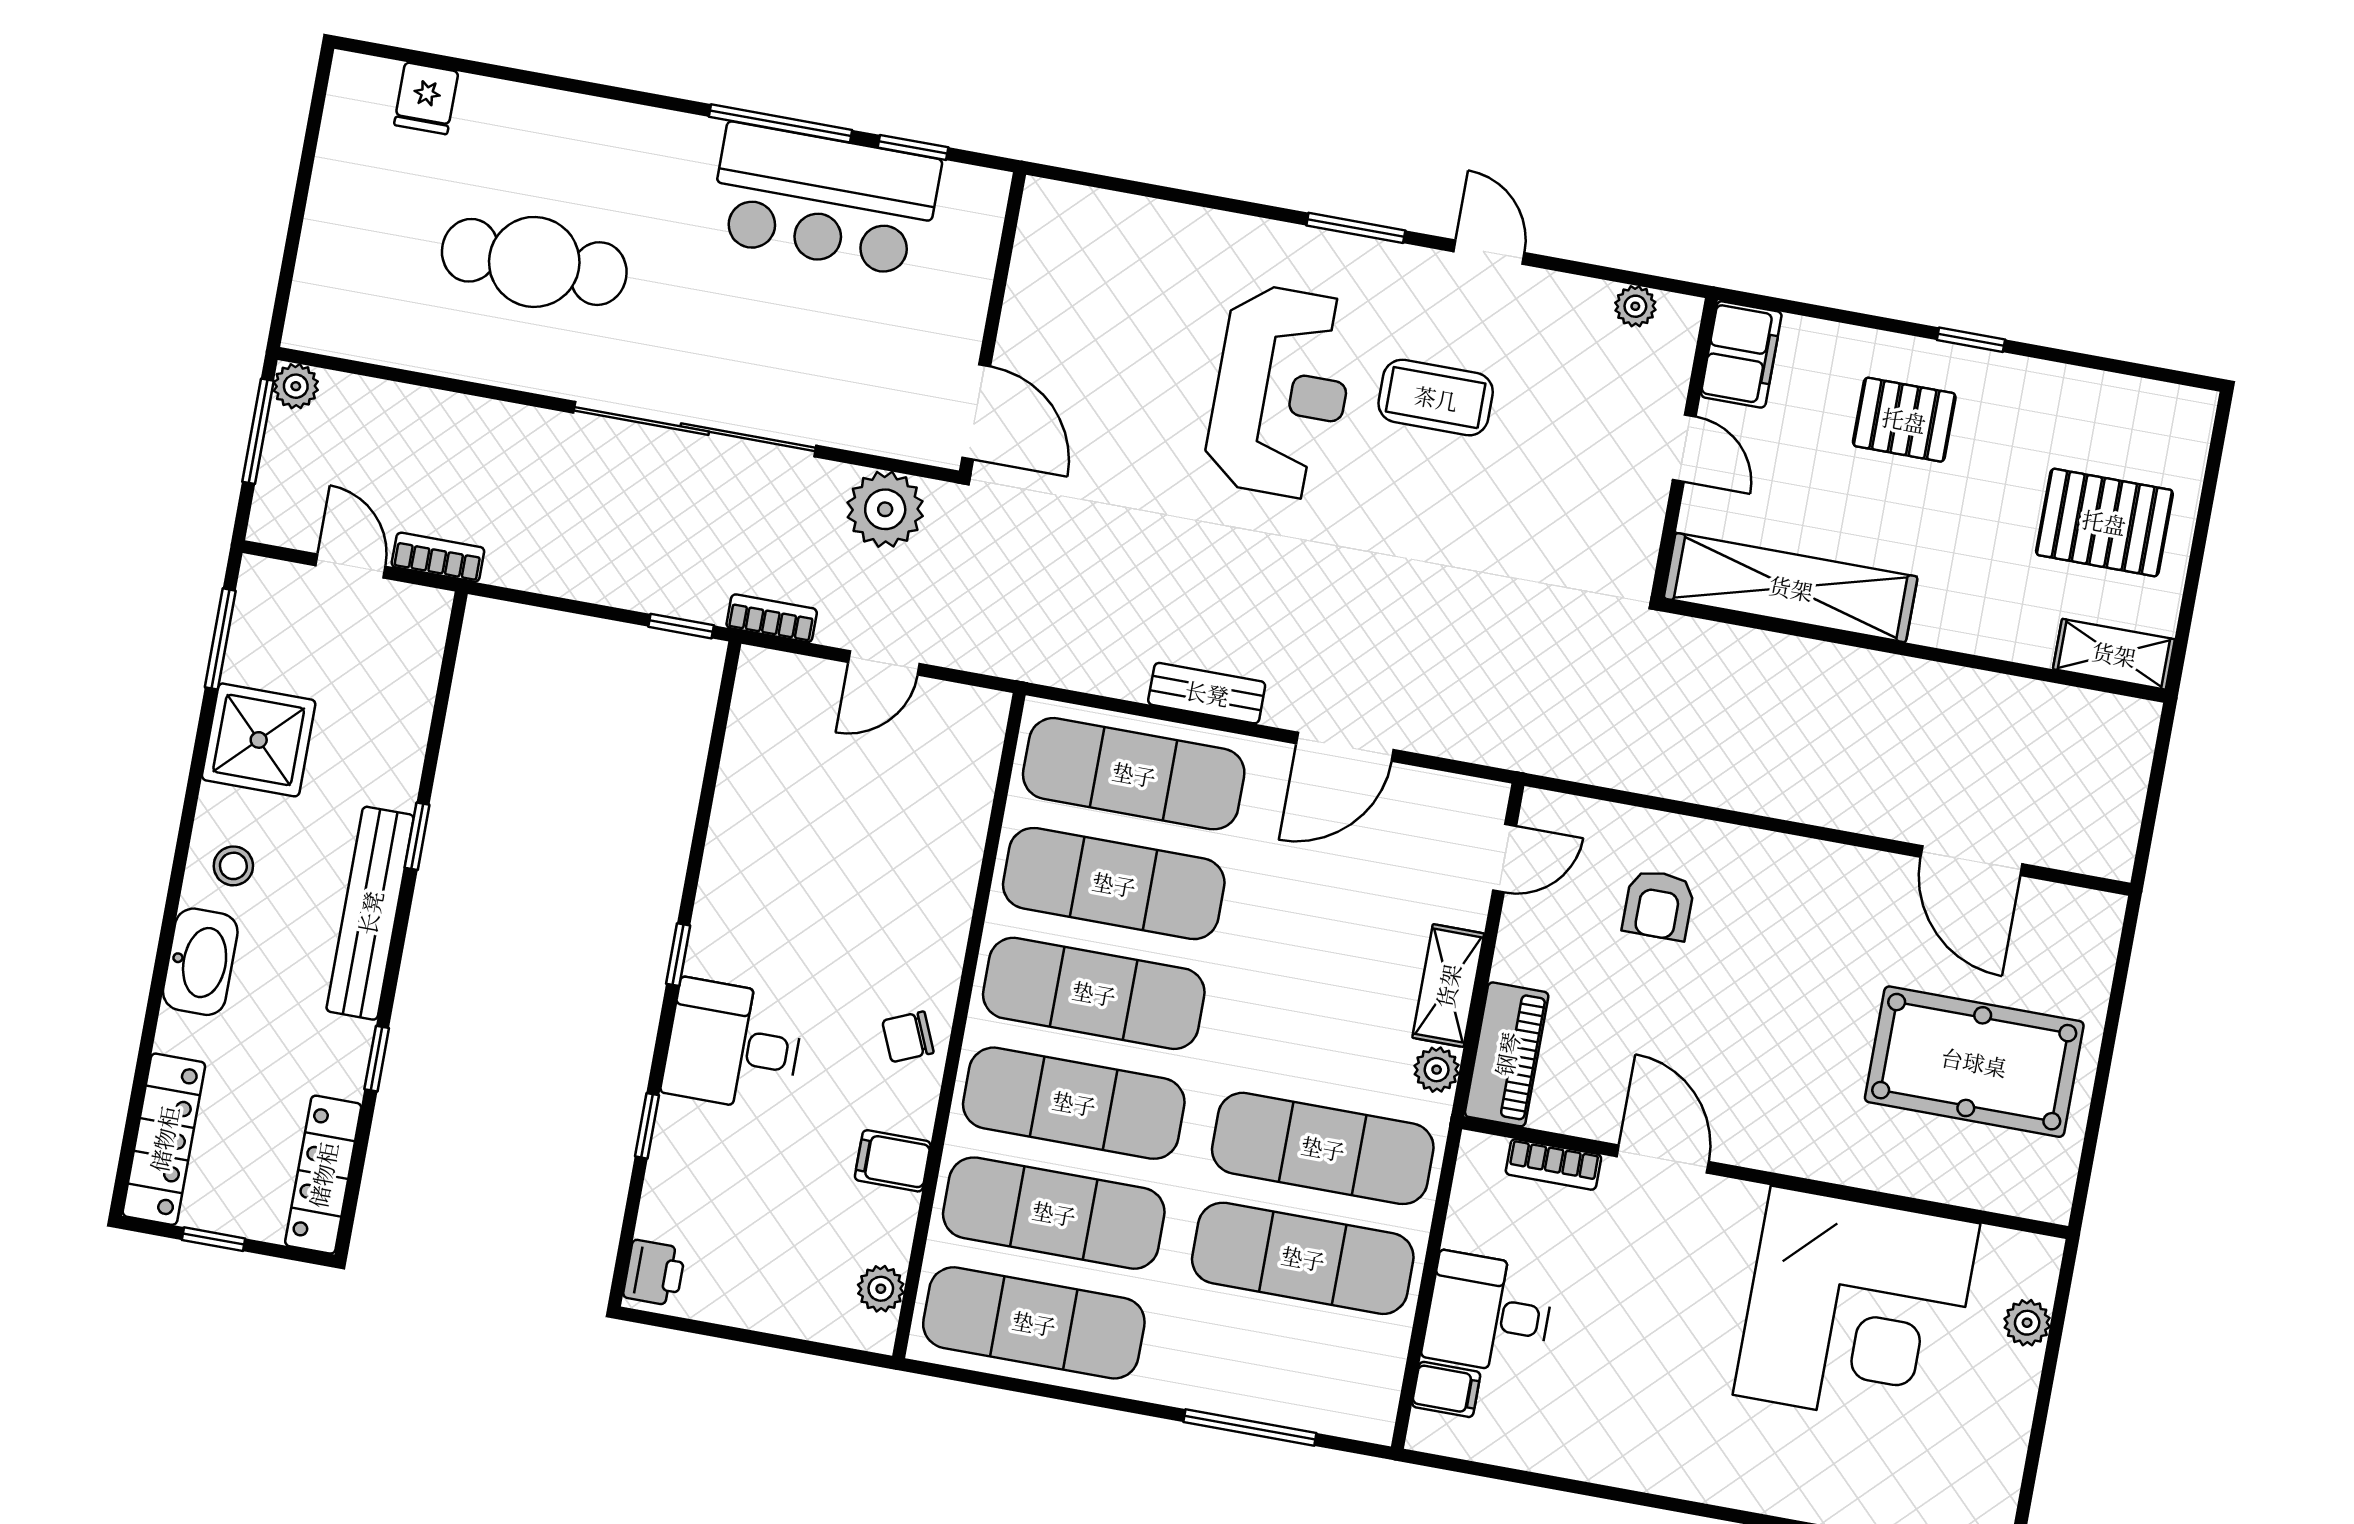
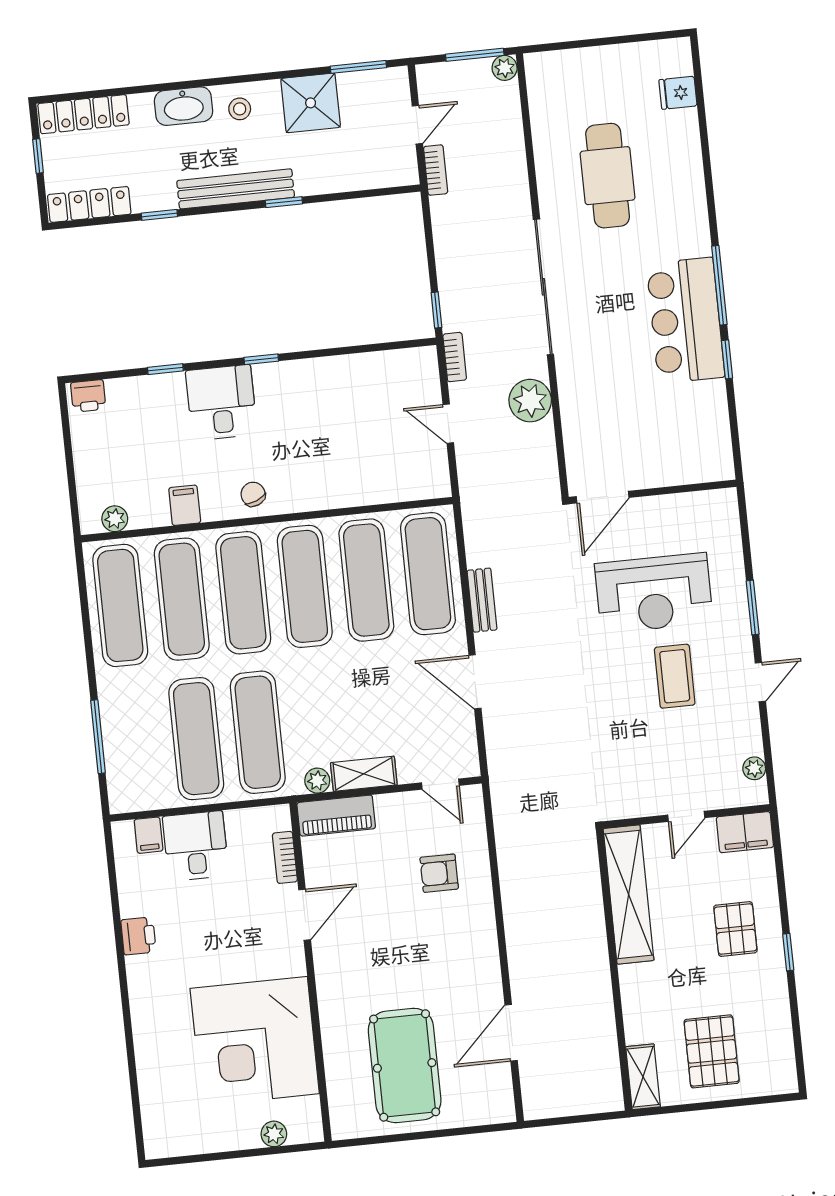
wall: (992, 323) -> (653, 492), moved
door: (976, 412) -> (603, 497), moved
printer: (1616, 1458) -> (138, 936), added

